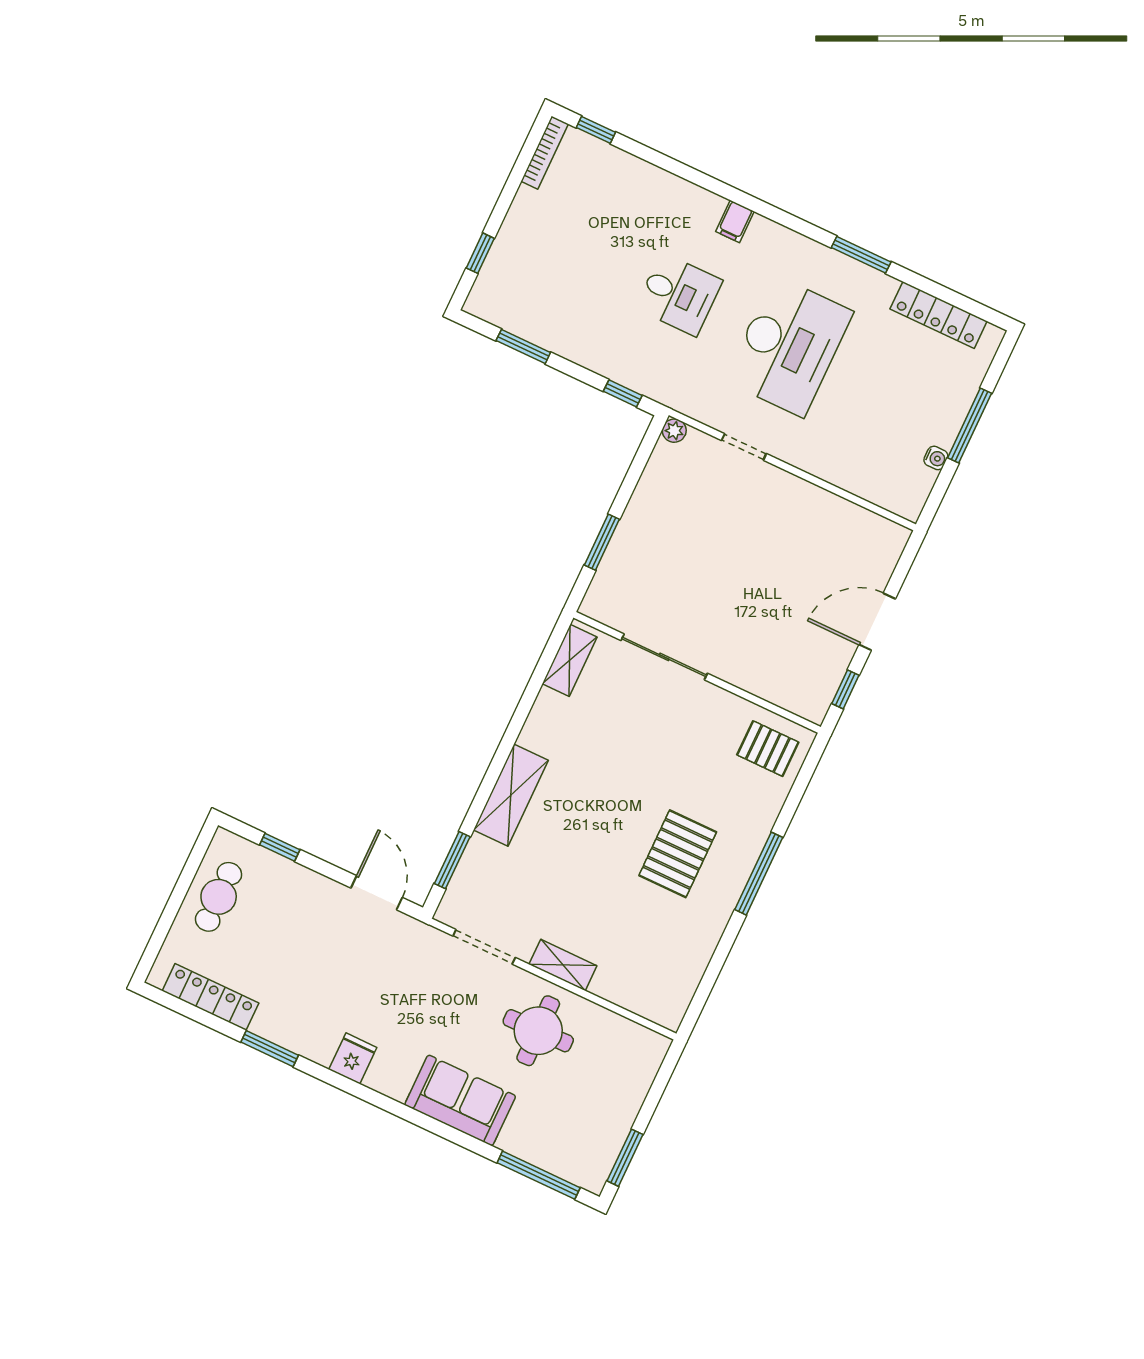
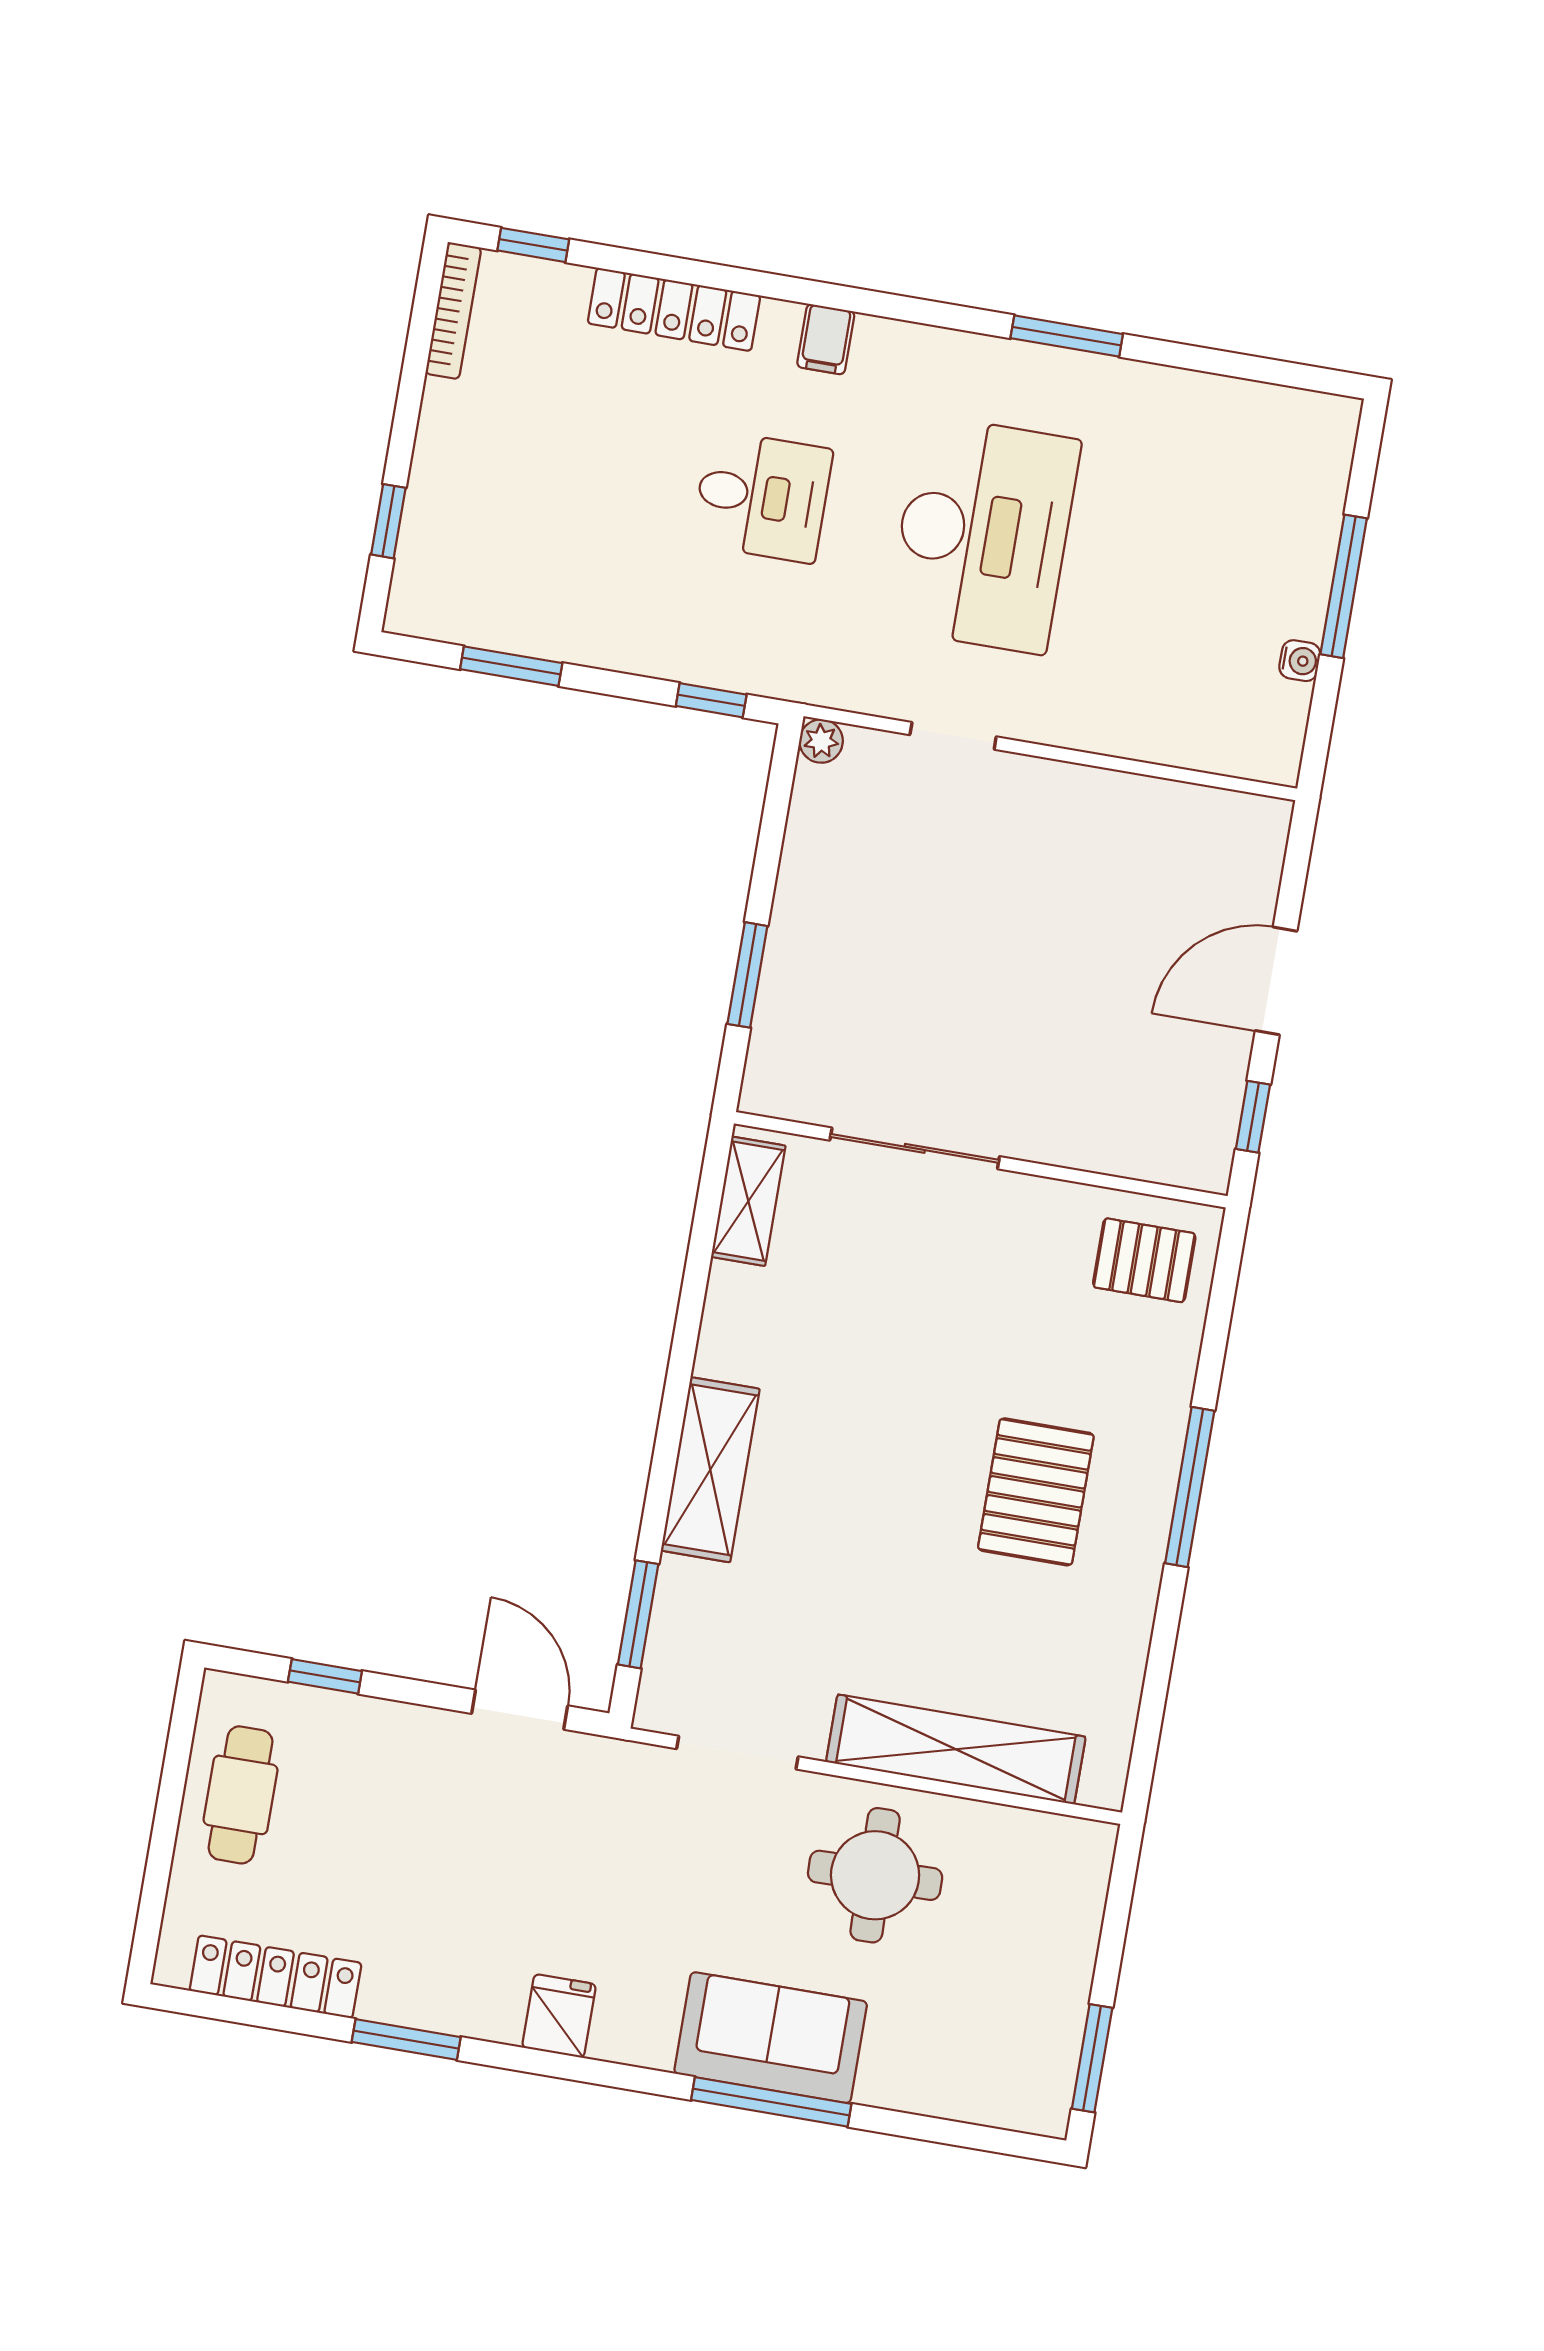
locker: (939, 315) -> (674, 309), moved
shelving: (563, 965) -> (956, 1749), width x2.20, depth x1.33
window: (539, 1175) -> (771, 2102), moved

